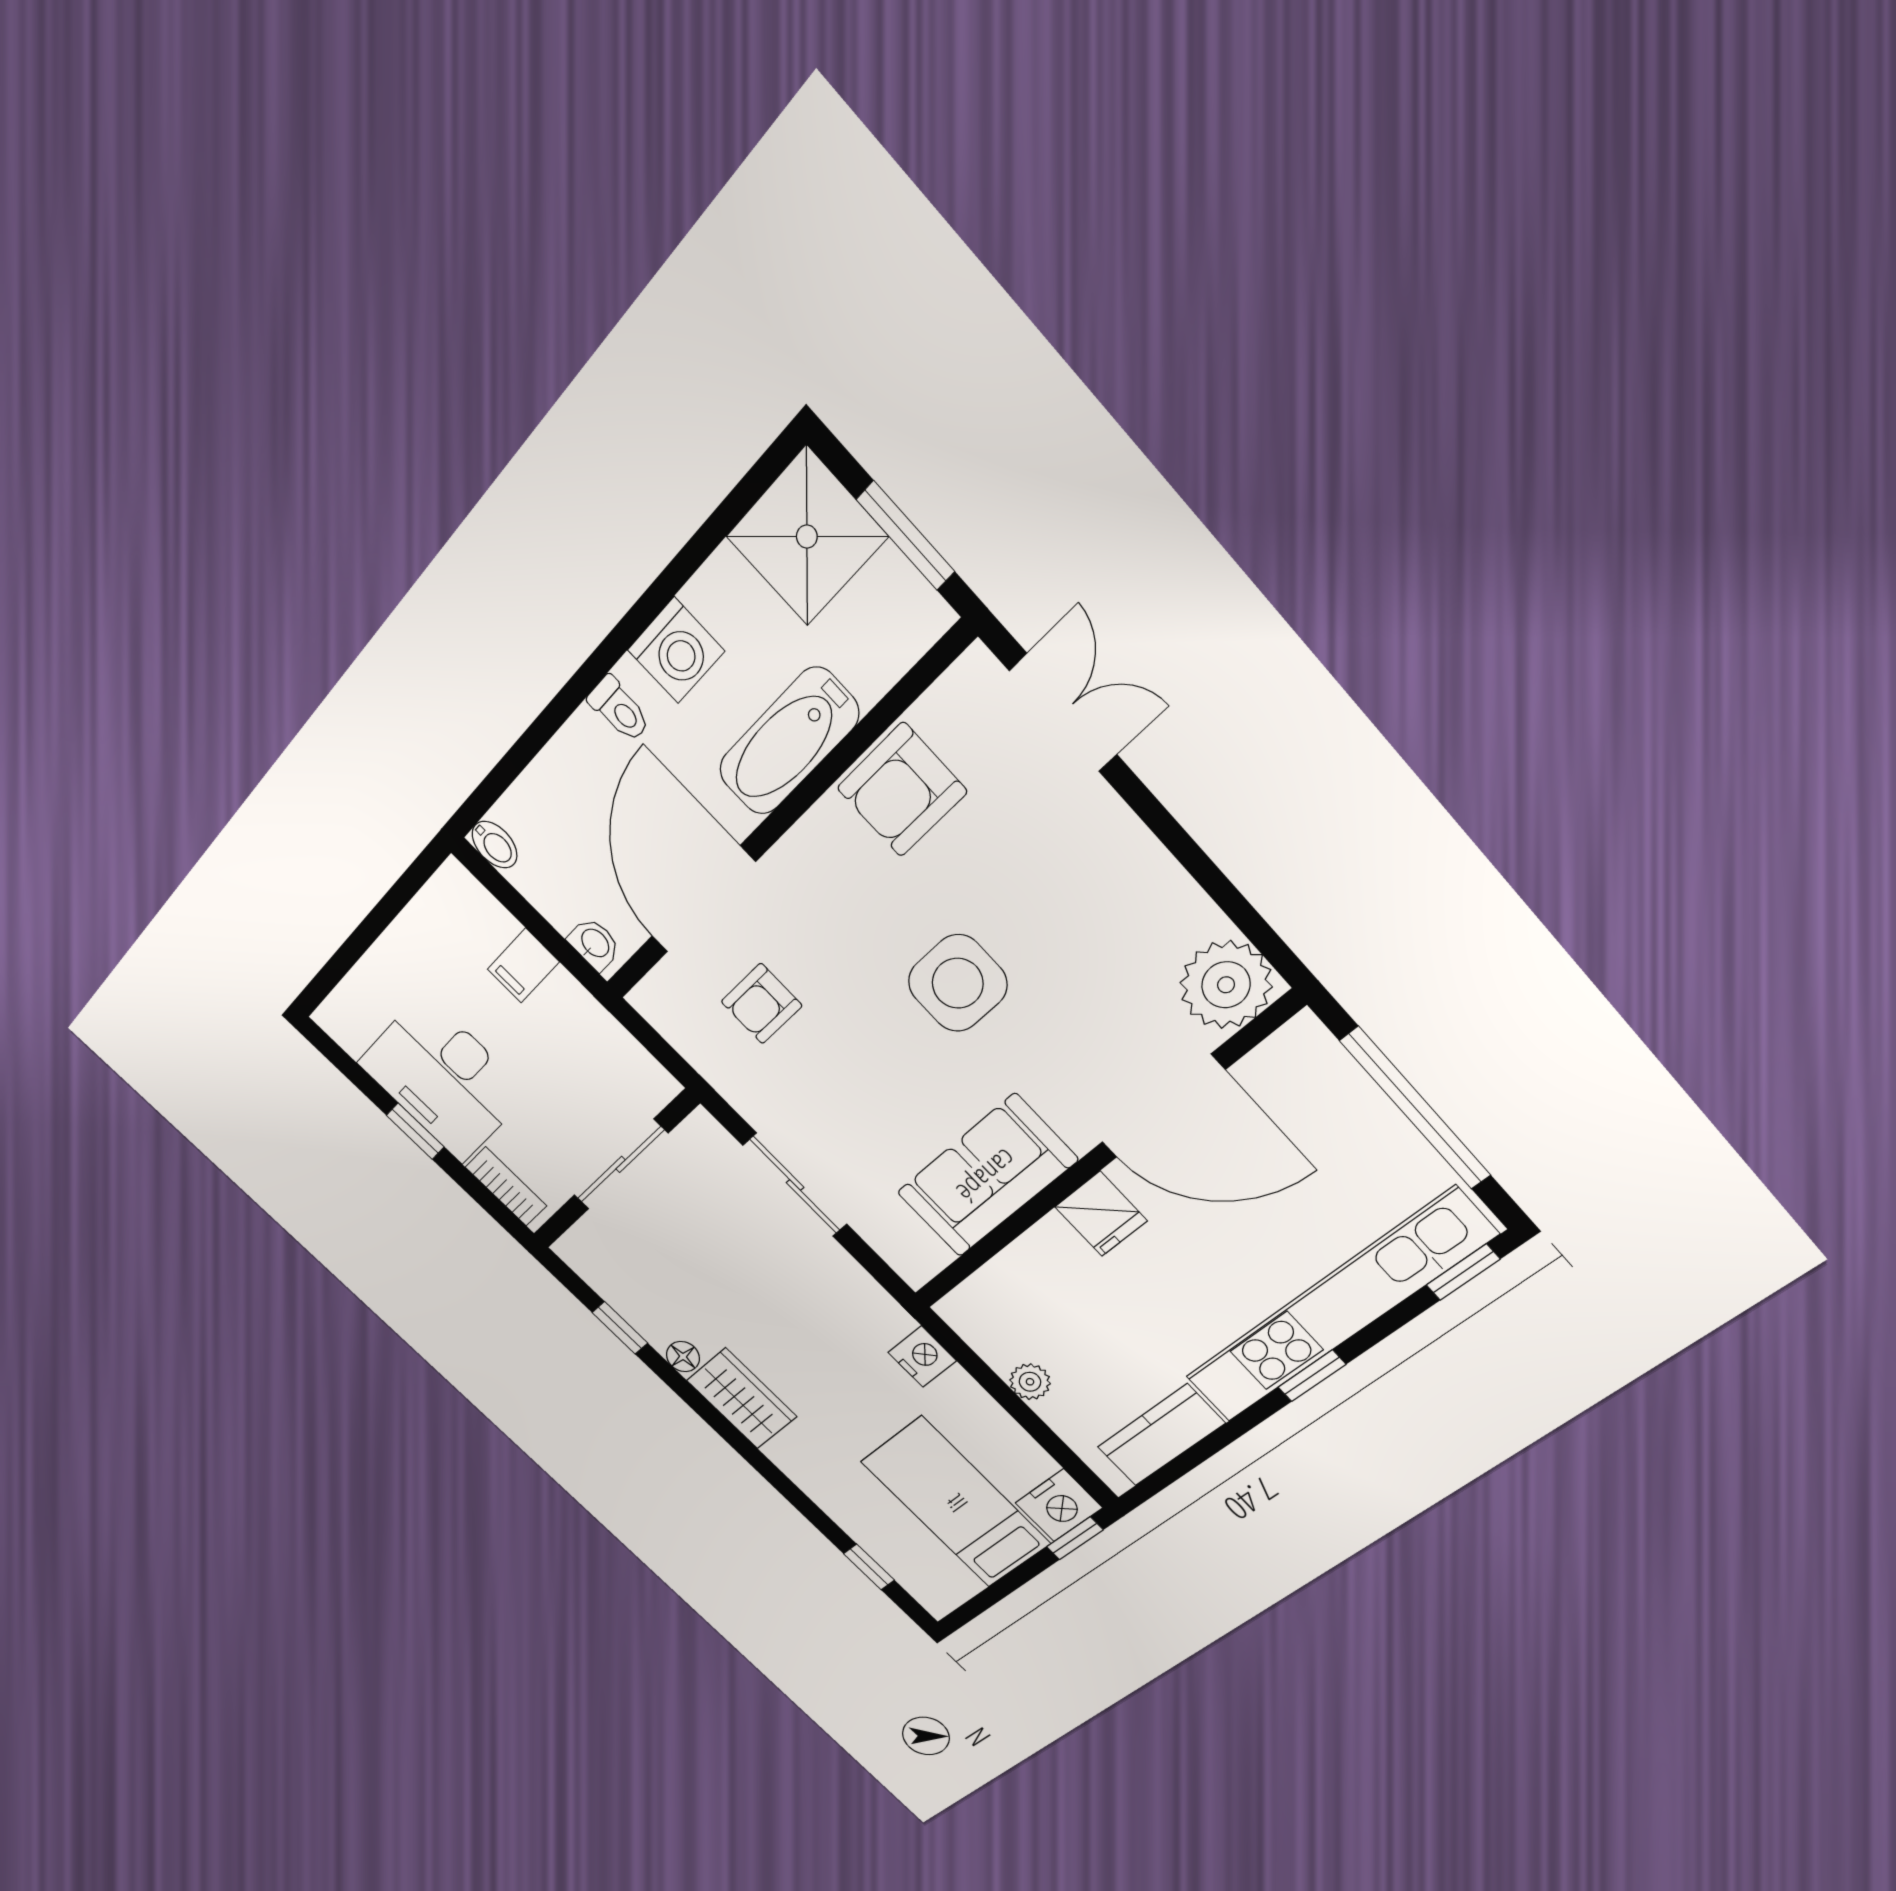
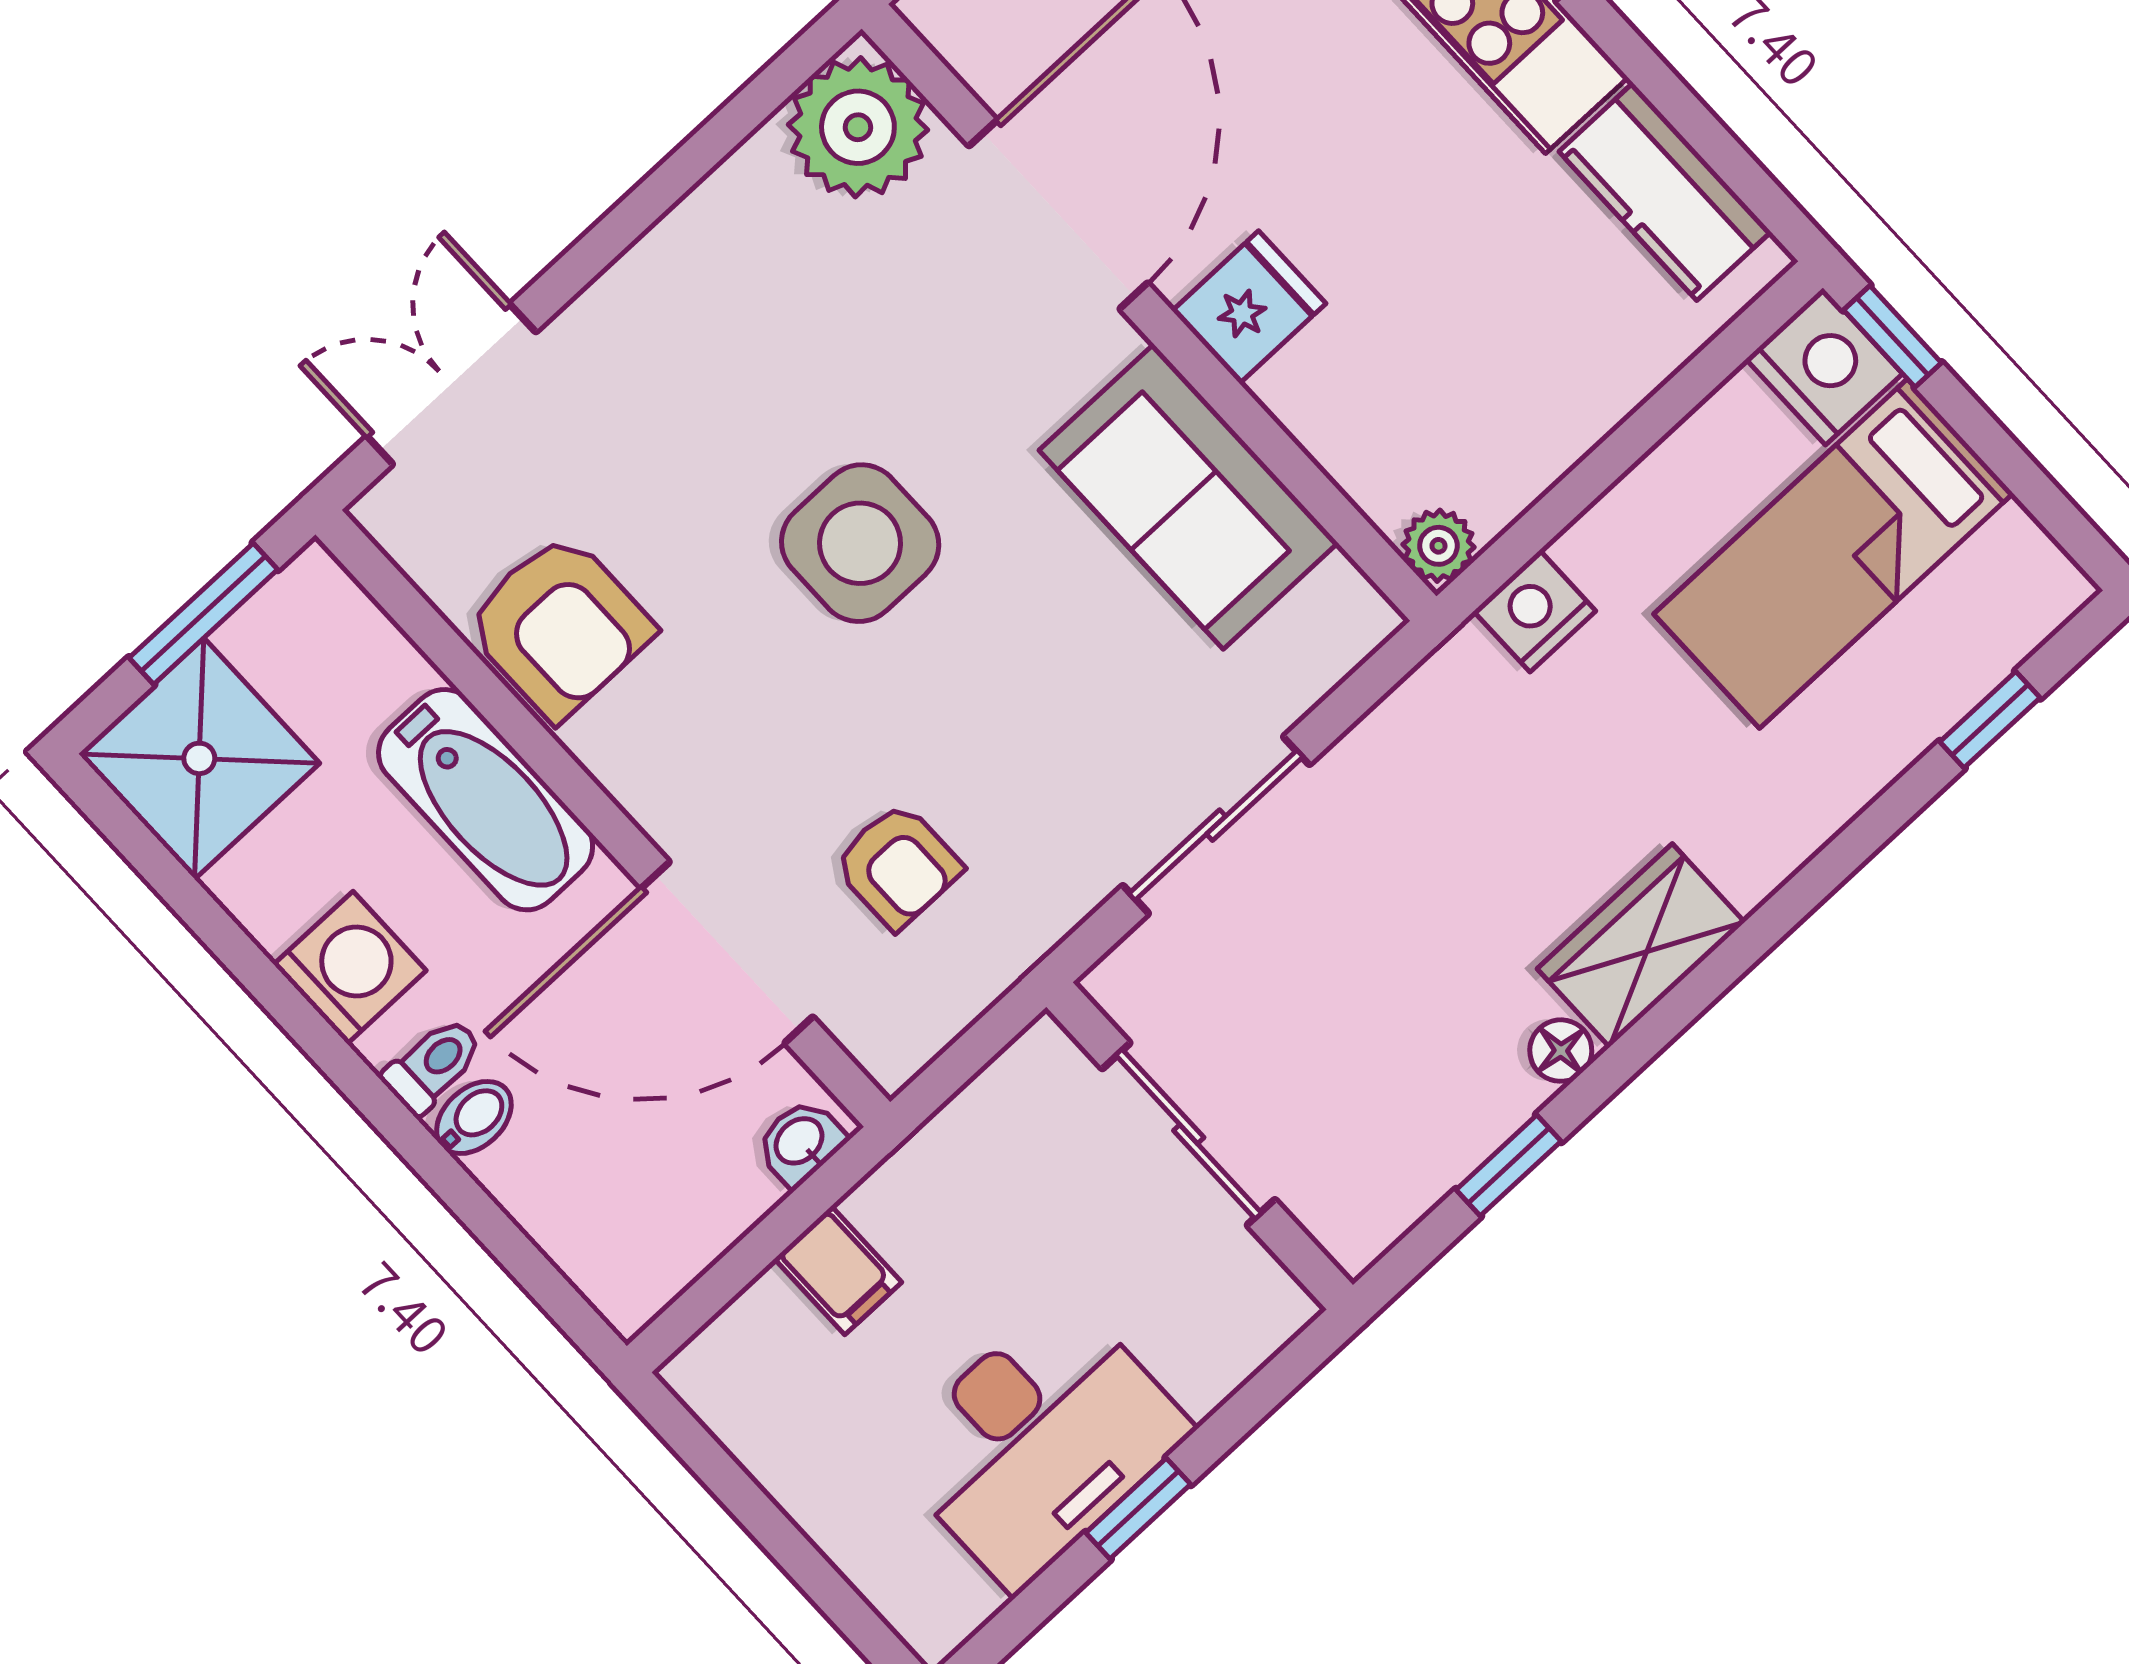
bidet: (495, 845) -> (474, 1117), moved
bookcase: (506, 1187) -> (1238, 1351), removed
plant: (1030, 1382) -> (1438, 546), moved

